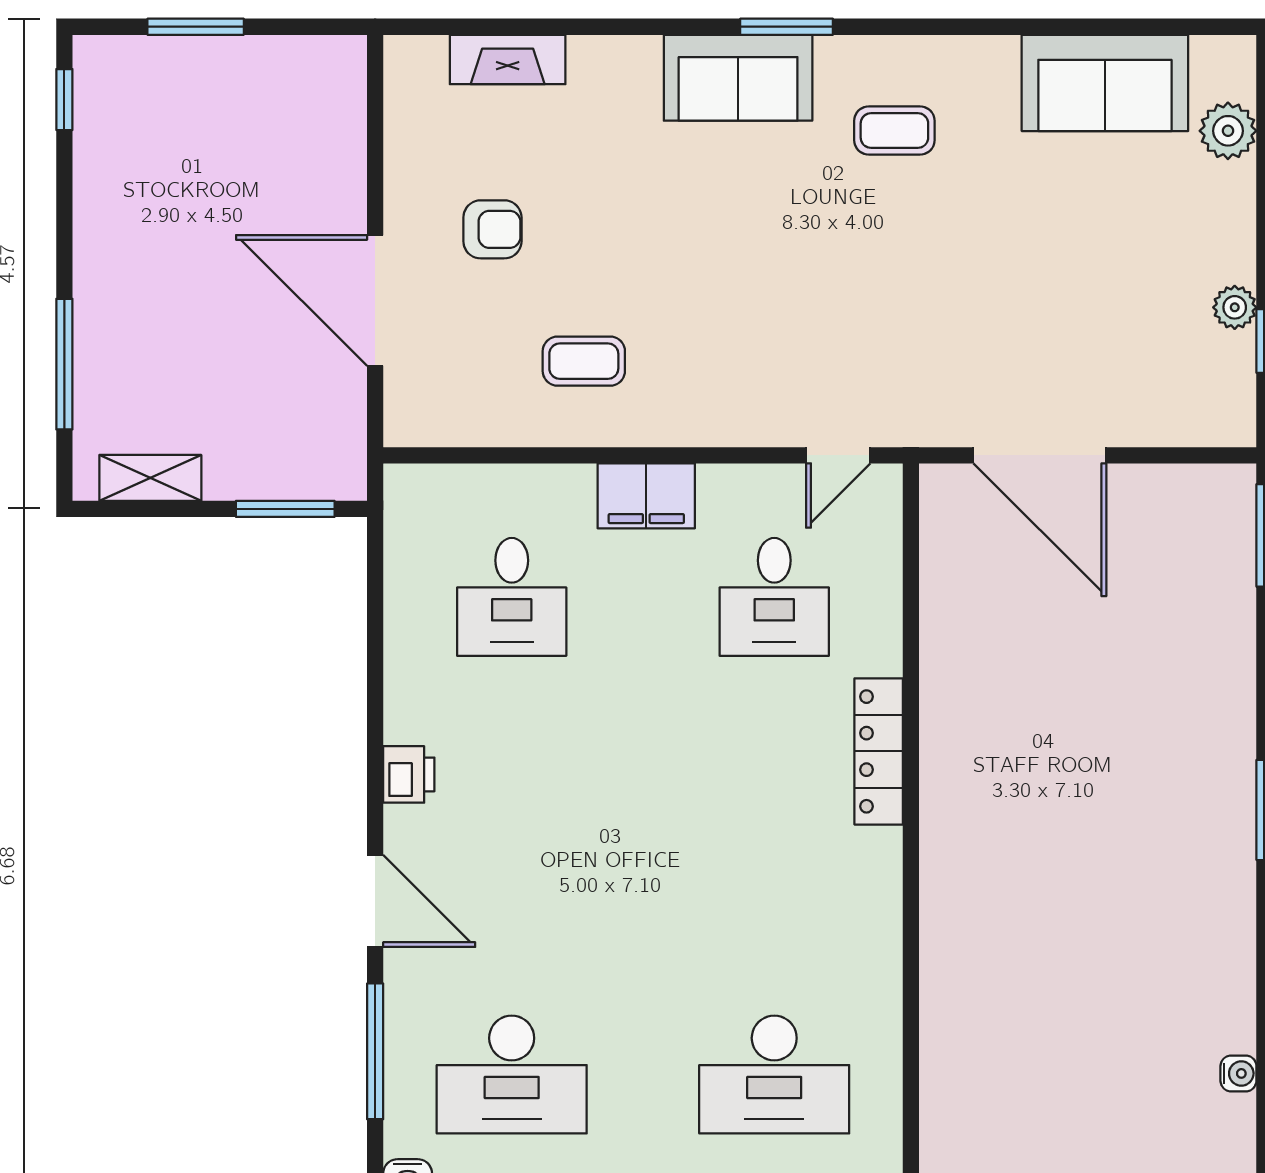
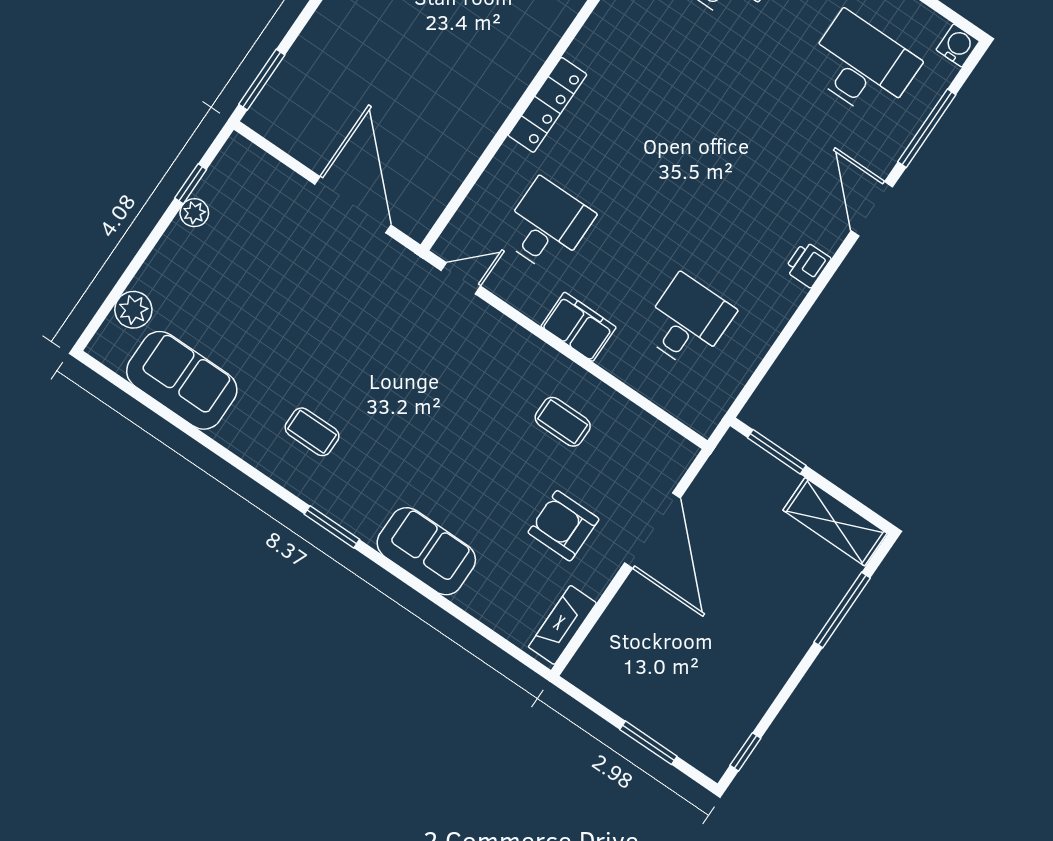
fireplace: (508, 59) -> (562, 625), moved, turned -90
sofa: (738, 78) -> (426, 551), moved
armchair: (492, 229) -> (564, 526), width x1.38, depth x1.38
shelving: (150, 478) -> (835, 522), width x1.50, depth x1.33

